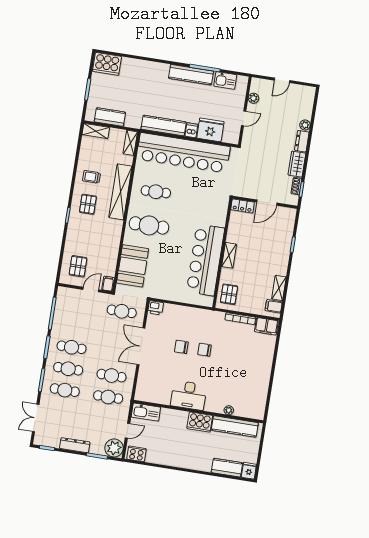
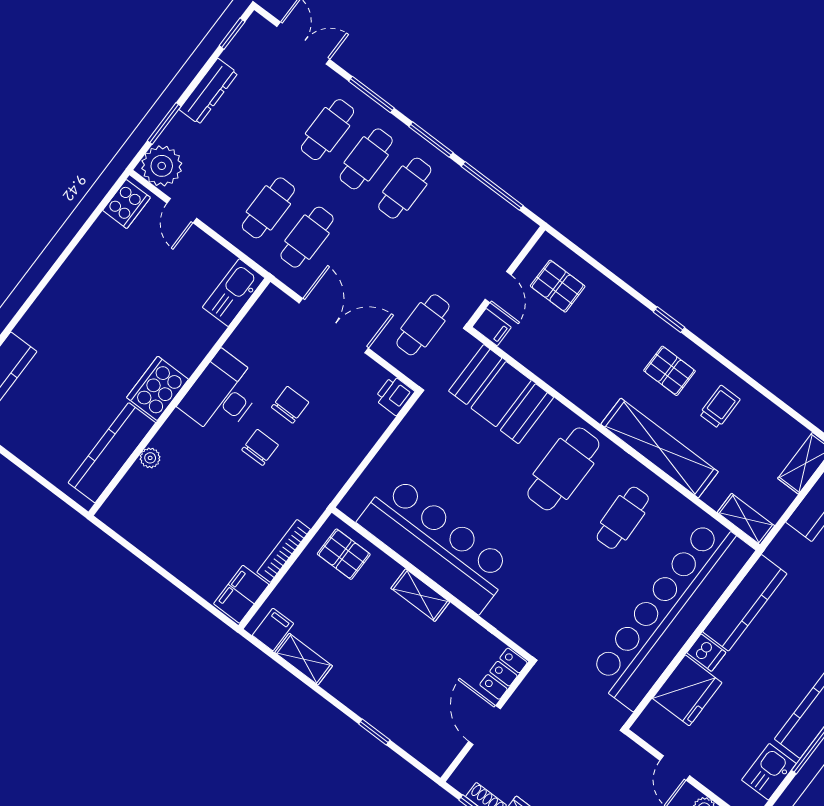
desk: (189, 395) -> (222, 395), moved
plant: (229, 410) -> (150, 458), moved
kitchen sink: (146, 412) -> (234, 293), moved
wall: (198, 412) -> (179, 397), moved
cooker: (200, 422) -> (158, 388), moved
kitchen counter: (235, 426) -> (112, 453), moved

